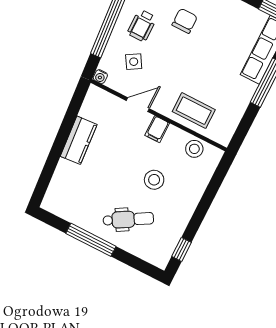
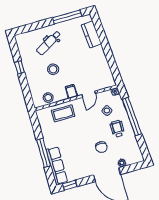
kitchen counter: (79, 140) -> (91, 34), moved
window: (91, 240) -> (67, 17), moved
window: (182, 249) -> (20, 67), moved

